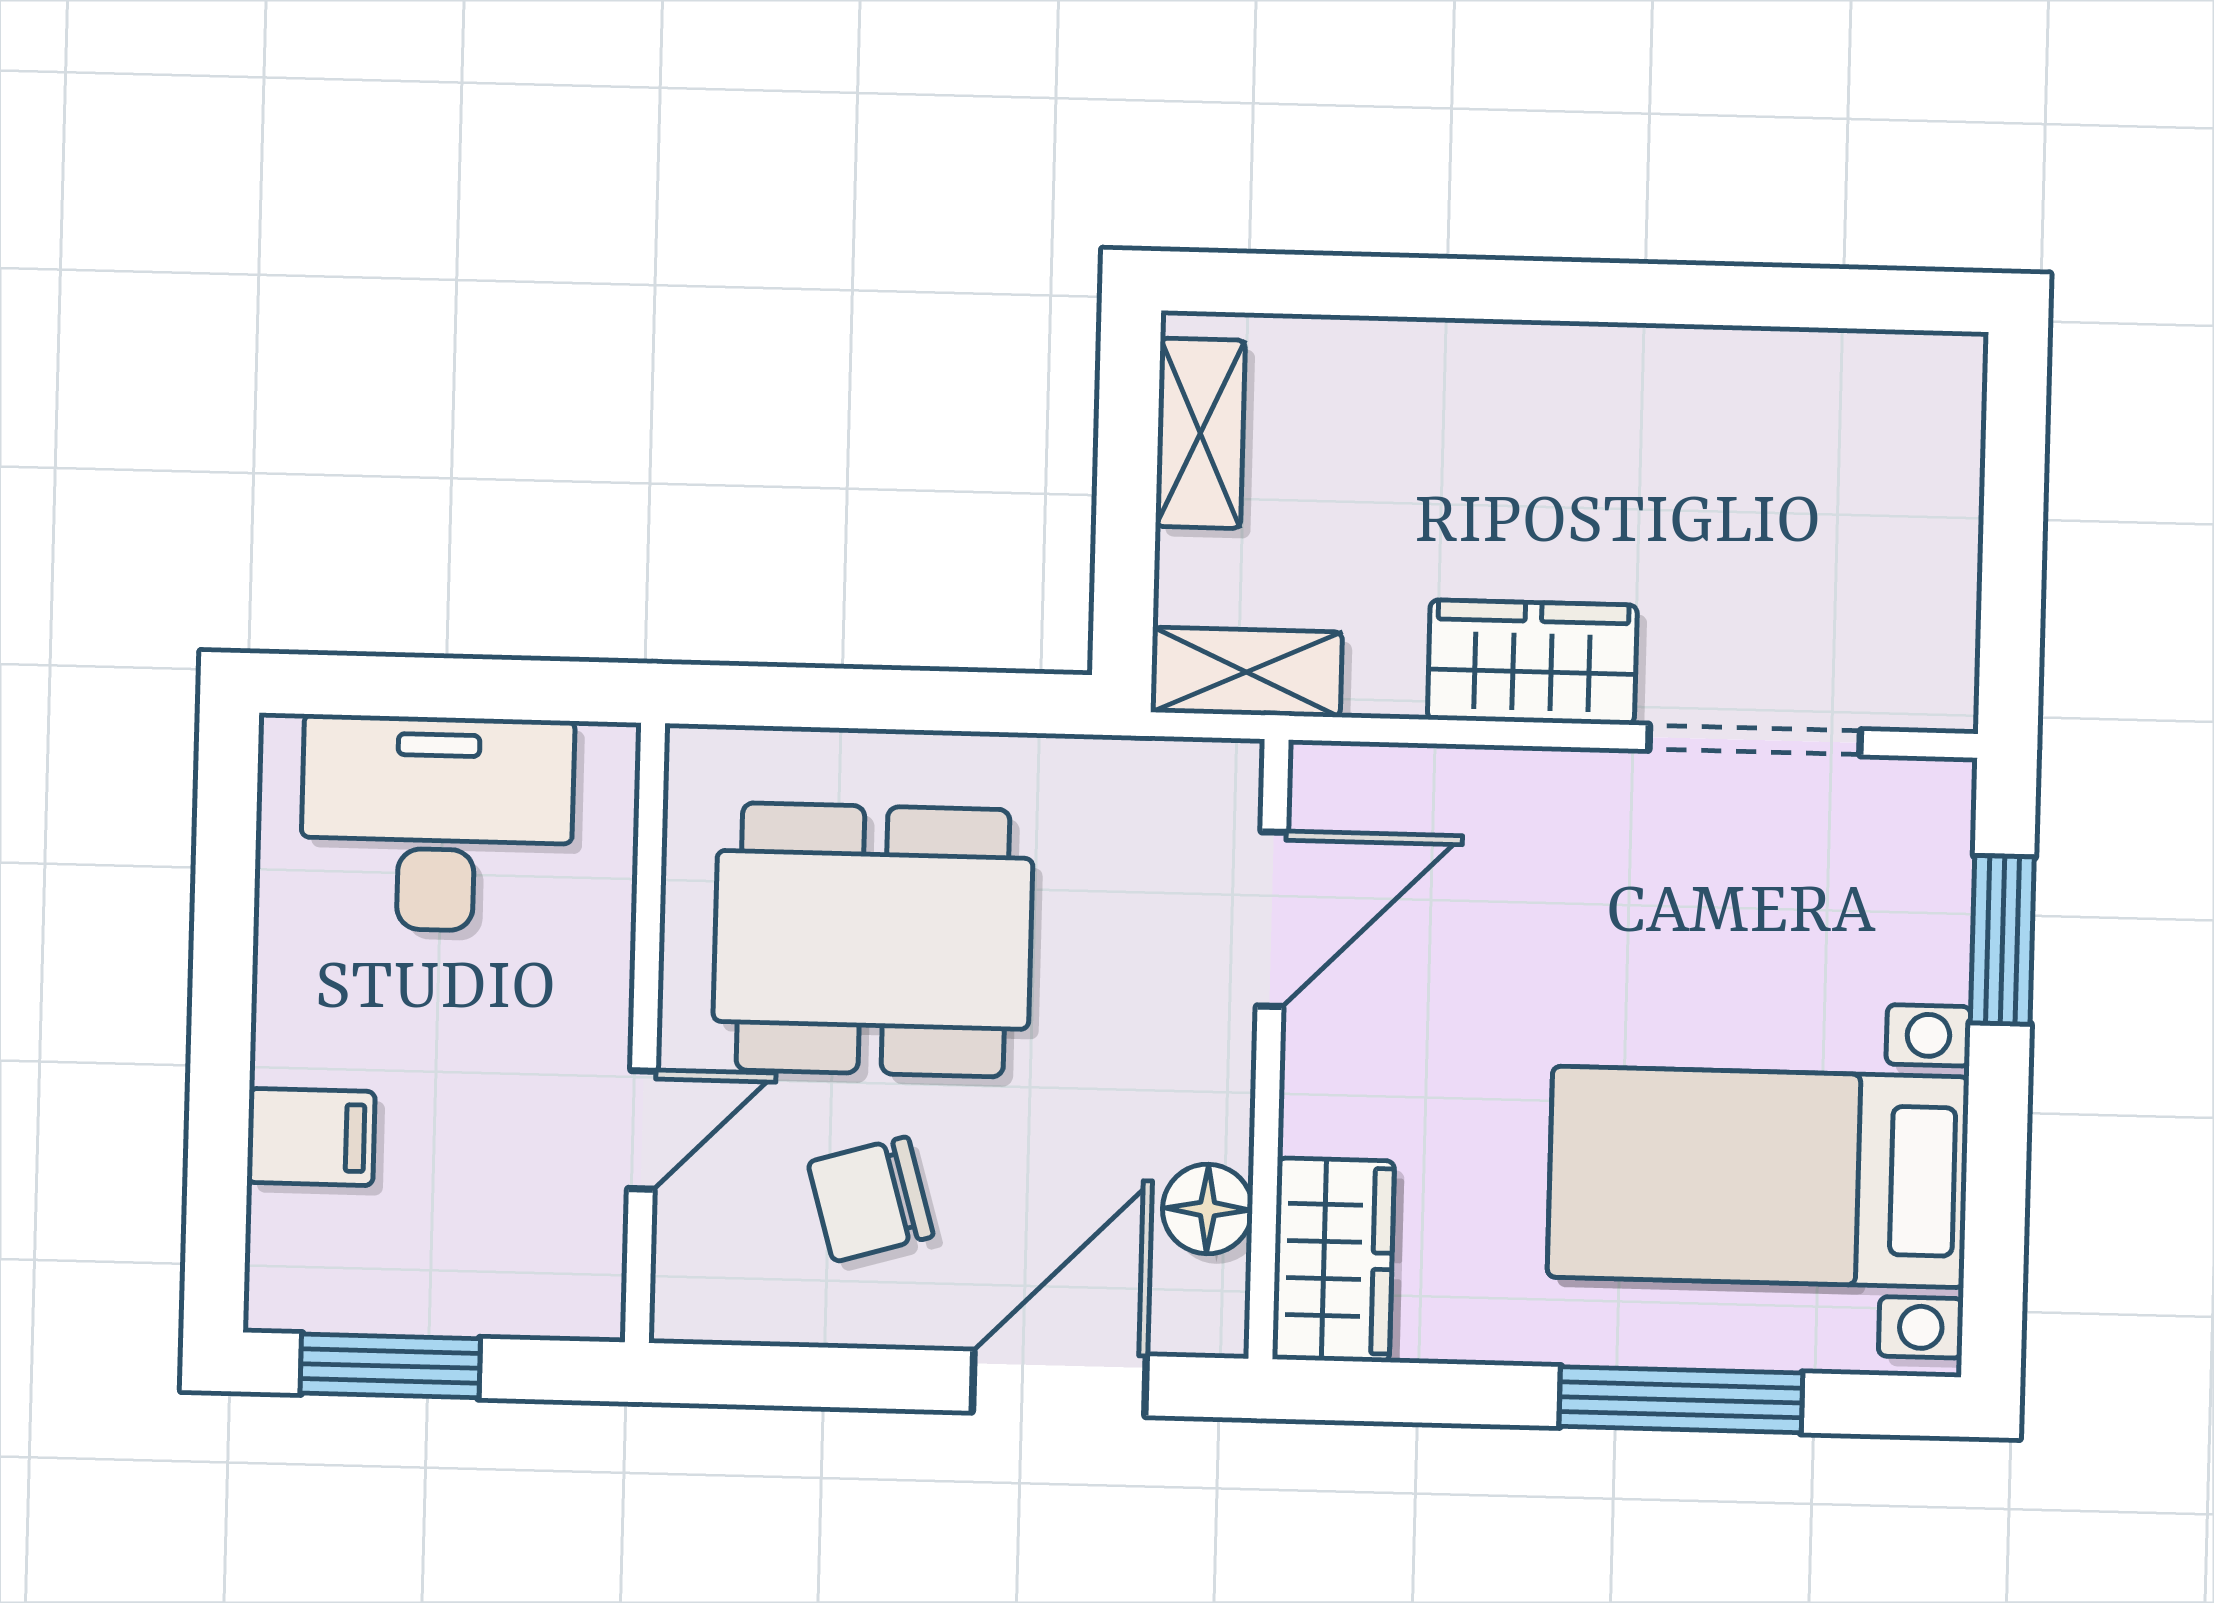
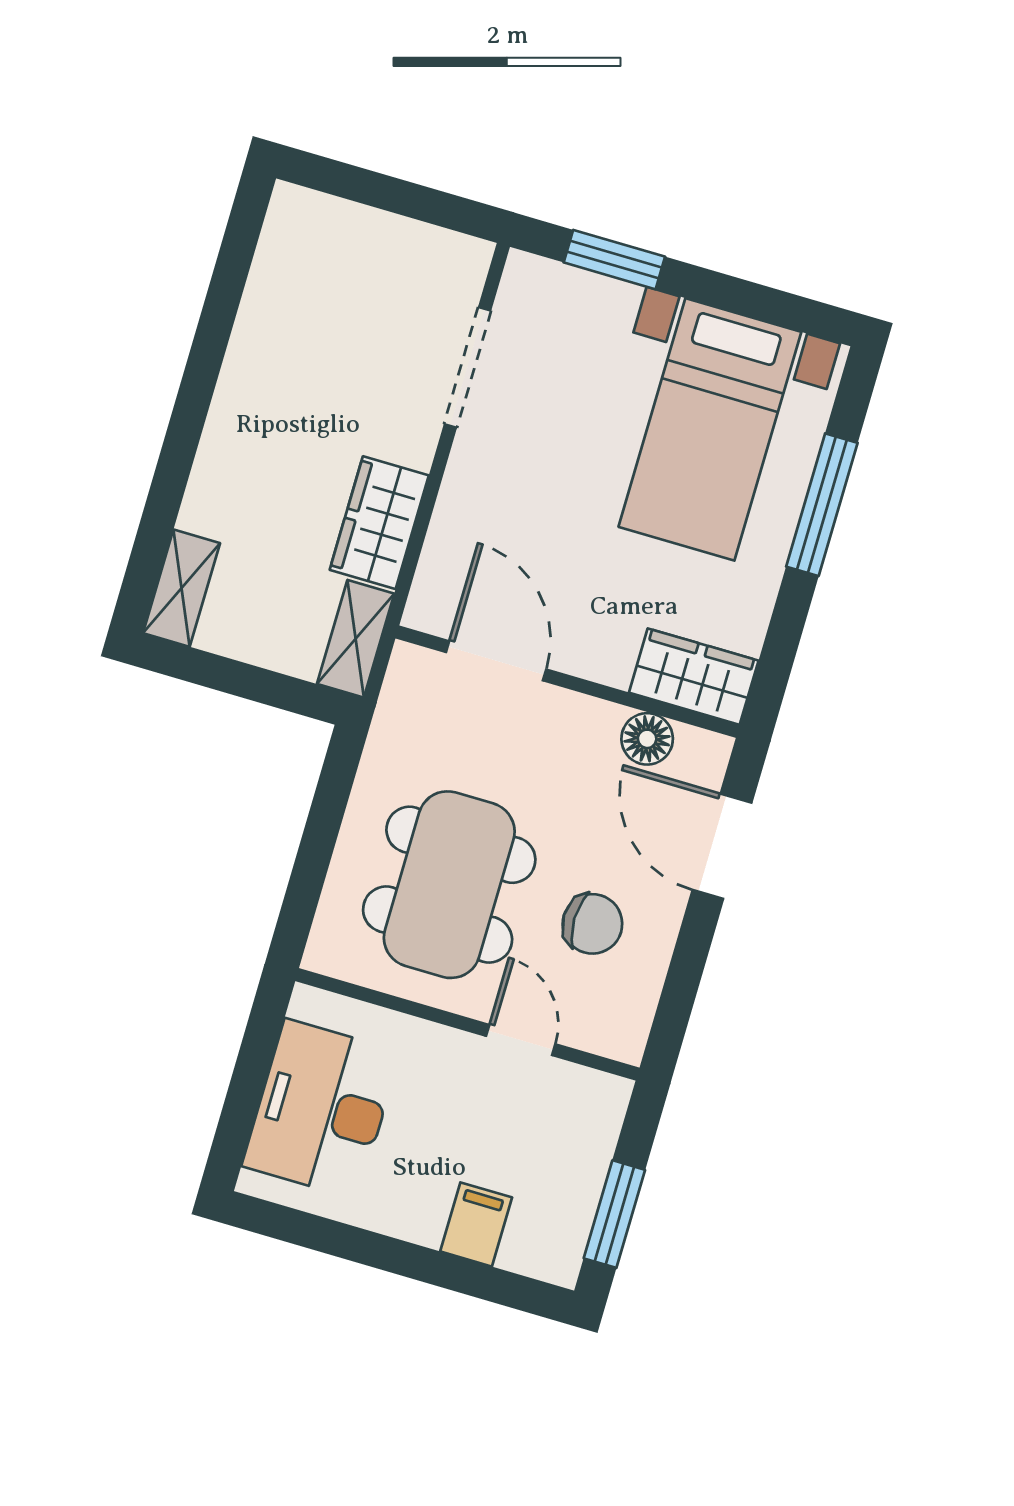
shelving: (1200, 433) -> (181, 588), moved, turned 90
wardrobe: (1532, 662) -> (379, 523), moved
chair: (871, 1199) -> (592, 924), turned -74

